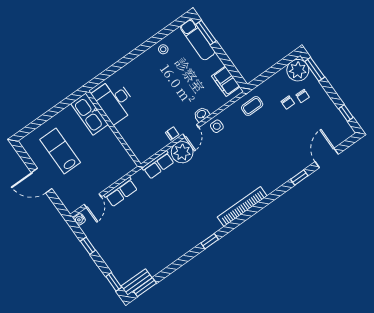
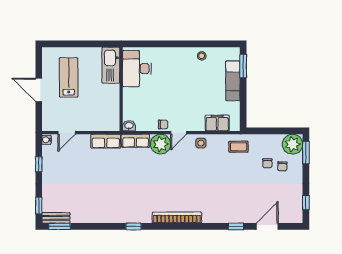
exam couch: (198, 40) -> (233, 81), moved
filing cabinet: (226, 81) -> (217, 123), moved, turned 90
washbasin: (201, 114) -> (129, 126), moved
row of seats: (121, 192) -> (106, 141), moved

